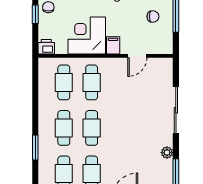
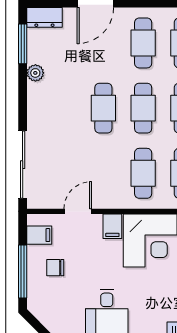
filing cabinet: (164, 39) -> (39, 235), added
sliding door: (176, 110) -> (23, 165), moved
cafe table: (119, 128) -> (103, 108), added

